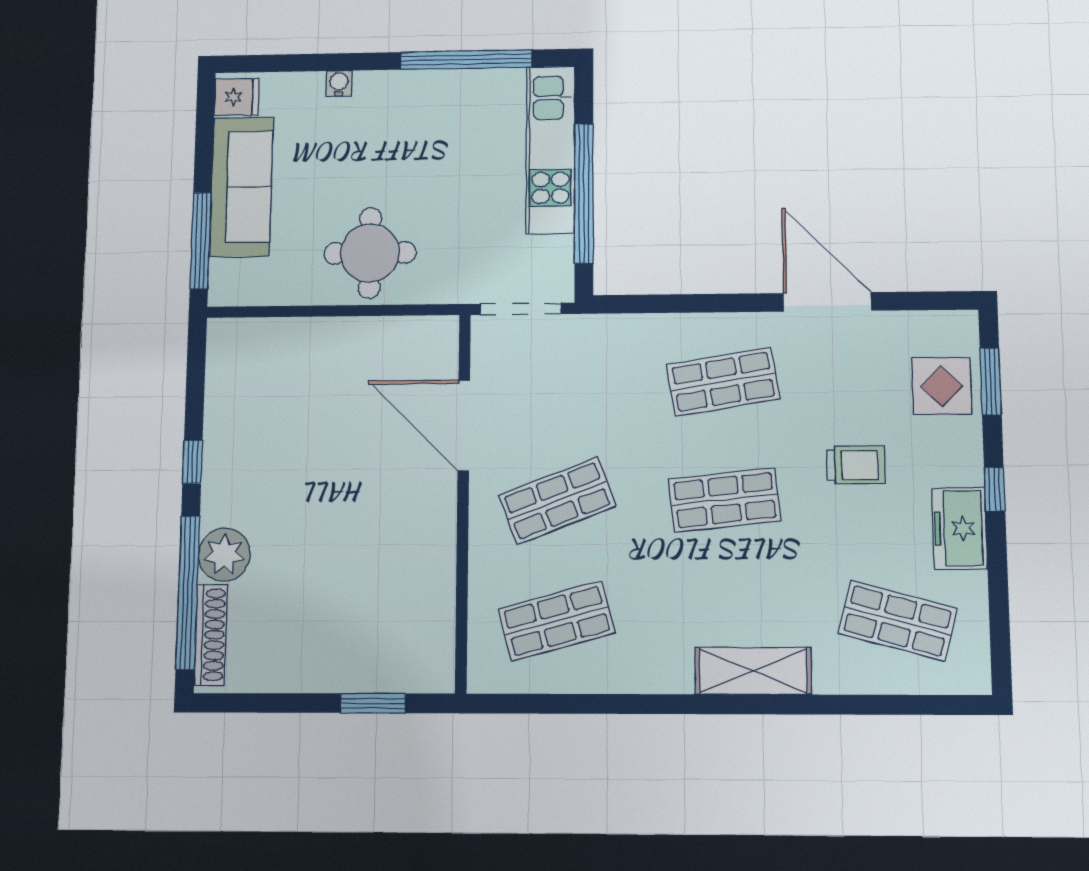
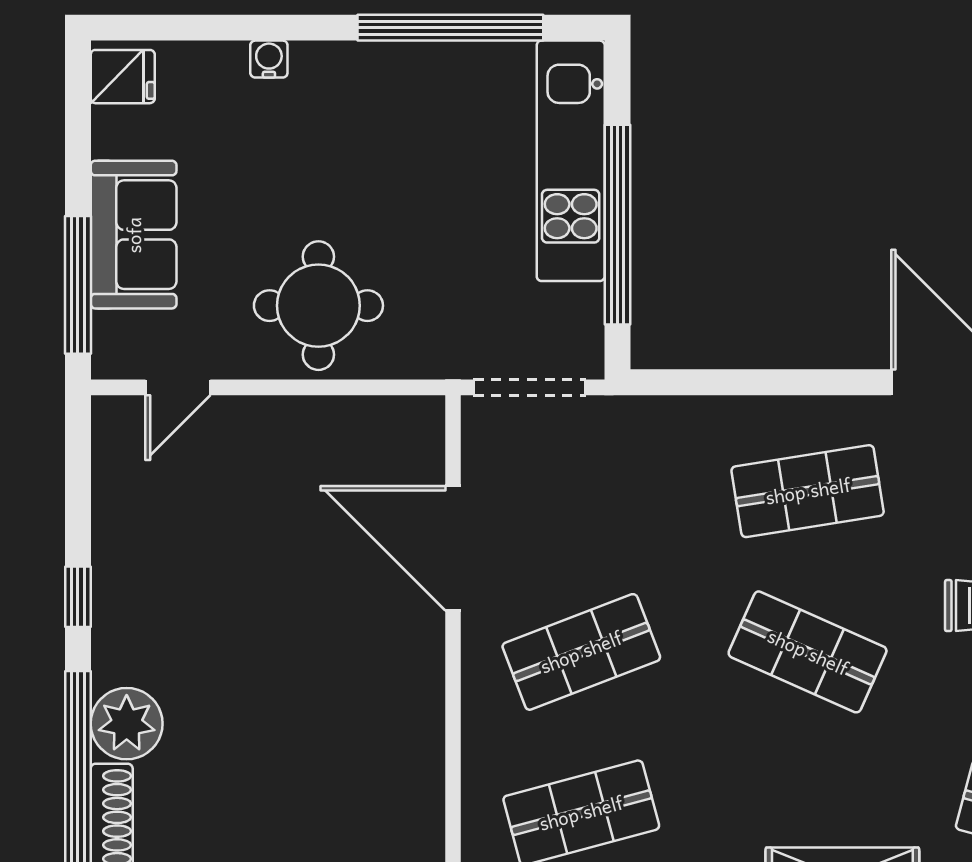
sofa: (241, 187) -> (134, 235), width x0.73
door: (269, 312) -> (178, 387), added
shop shelf: (725, 500) -> (808, 652), turned 30

